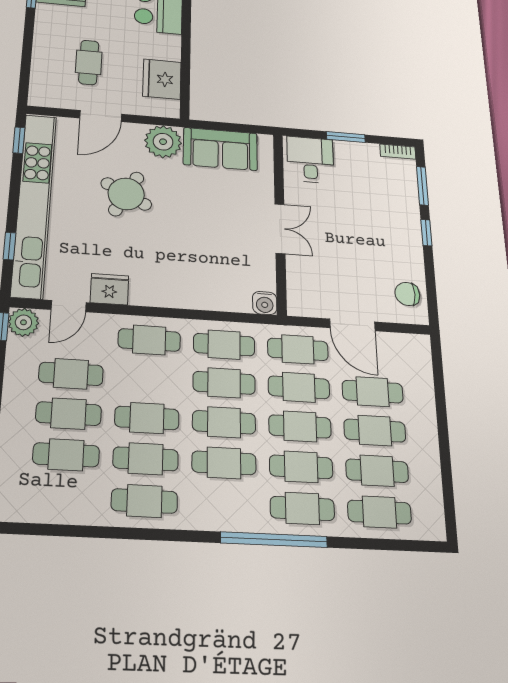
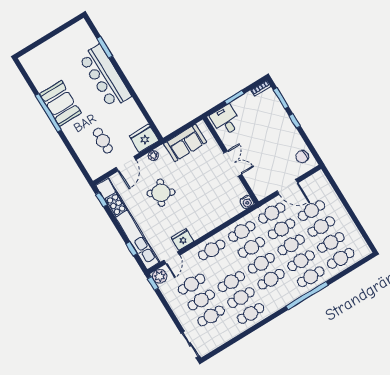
fridge: (162, 79) -> (144, 138), moved, turned 90
plant: (163, 142) -> (153, 156), width x0.53, depth x0.53

